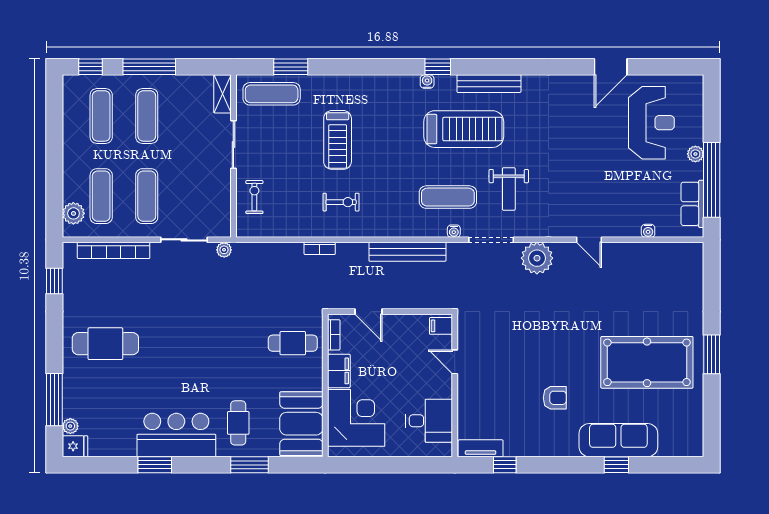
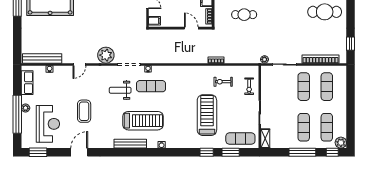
window: (438, 67) -> (207, 152), moved
door: (611, 67) -> (79, 152), moved
window: (671, 67) -> (38, 152), added
reception desk: (651, 123) -> (48, 124), turned 180
treadmill: (464, 129) -> (143, 121), turned 180
treadmill: (338, 140) -> (207, 115), width x1.37, depth x1.38
coffee table: (580, 148) -> (84, 111), added
window: (712, 180) -> (17, 114), moved
weight bench: (509, 189) -> (120, 90), turned -90
exercise bike: (341, 202) -> (223, 82), moved
plant: (73, 213) -> (341, 143), moved
door: (589, 240) -> (79, 64), swing flipped
bench: (407, 252) -> (42, 58), moved
cafe table: (293, 343) -> (244, 15), moved

